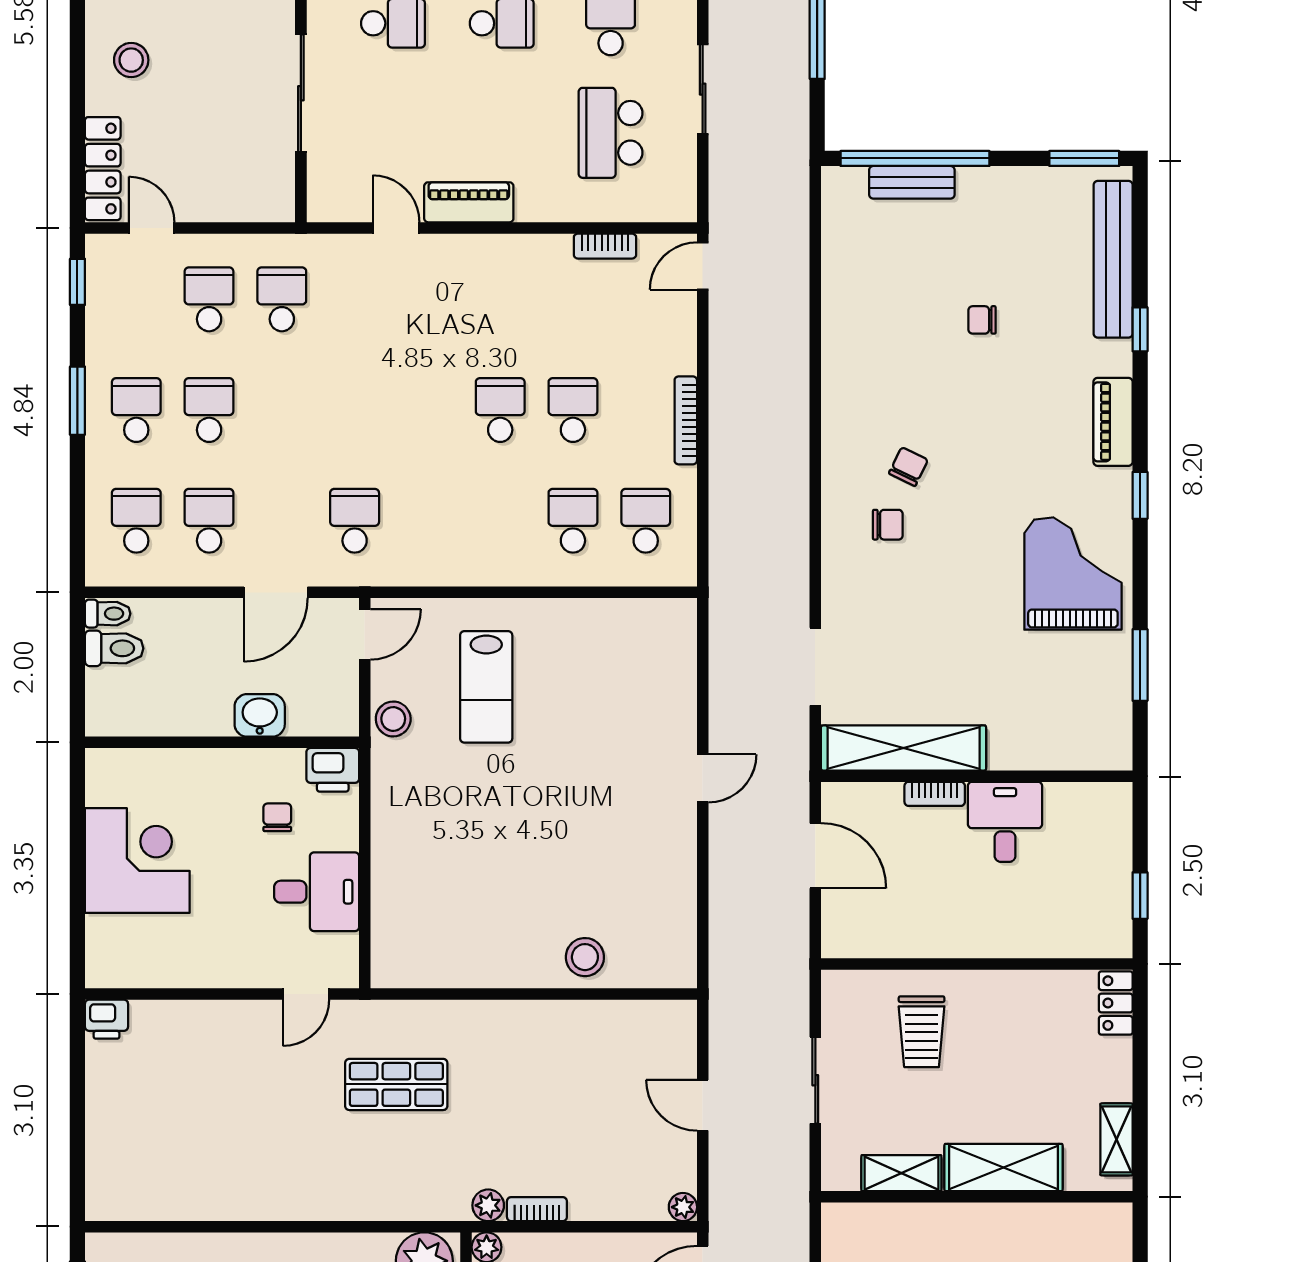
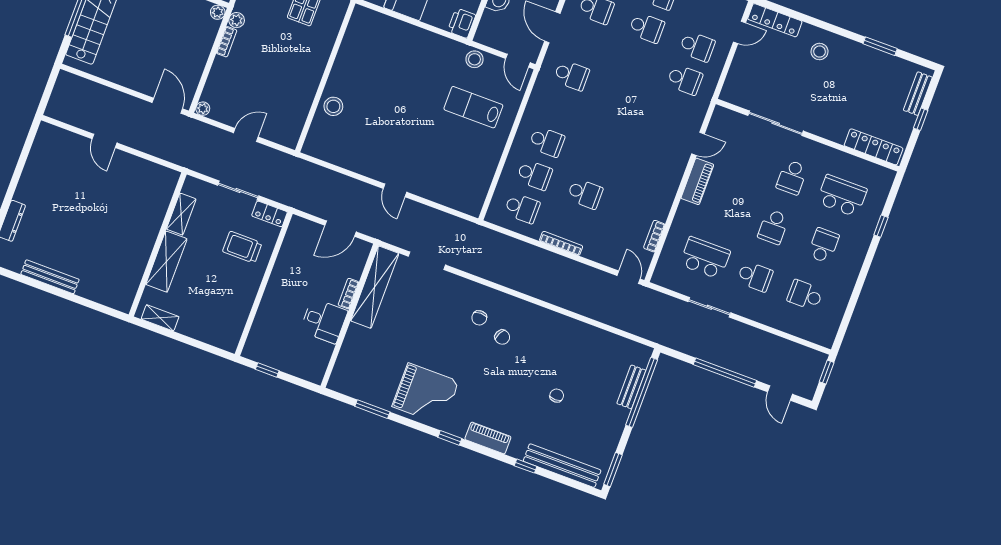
school desk: (500, 410) -> (547, 142), moved
locker: (1116, 1003) -> (270, 214), moved, turned 180

